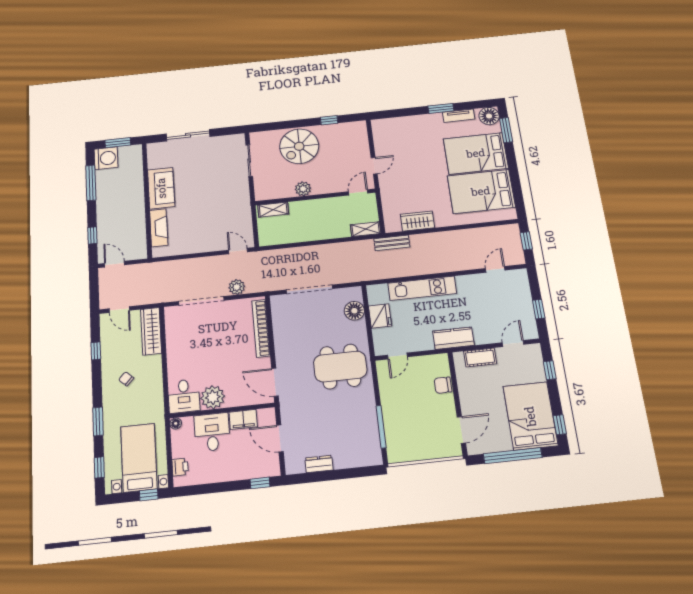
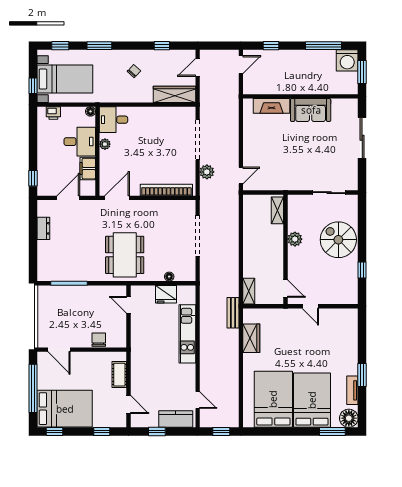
floor lamp: (354, 311) -> (169, 277), width x0.53, depth x0.53
kitchen counter: (453, 338) -> (176, 419), moved, turned -90
plant: (213, 397) -> (105, 144), width x0.53, depth x0.53

